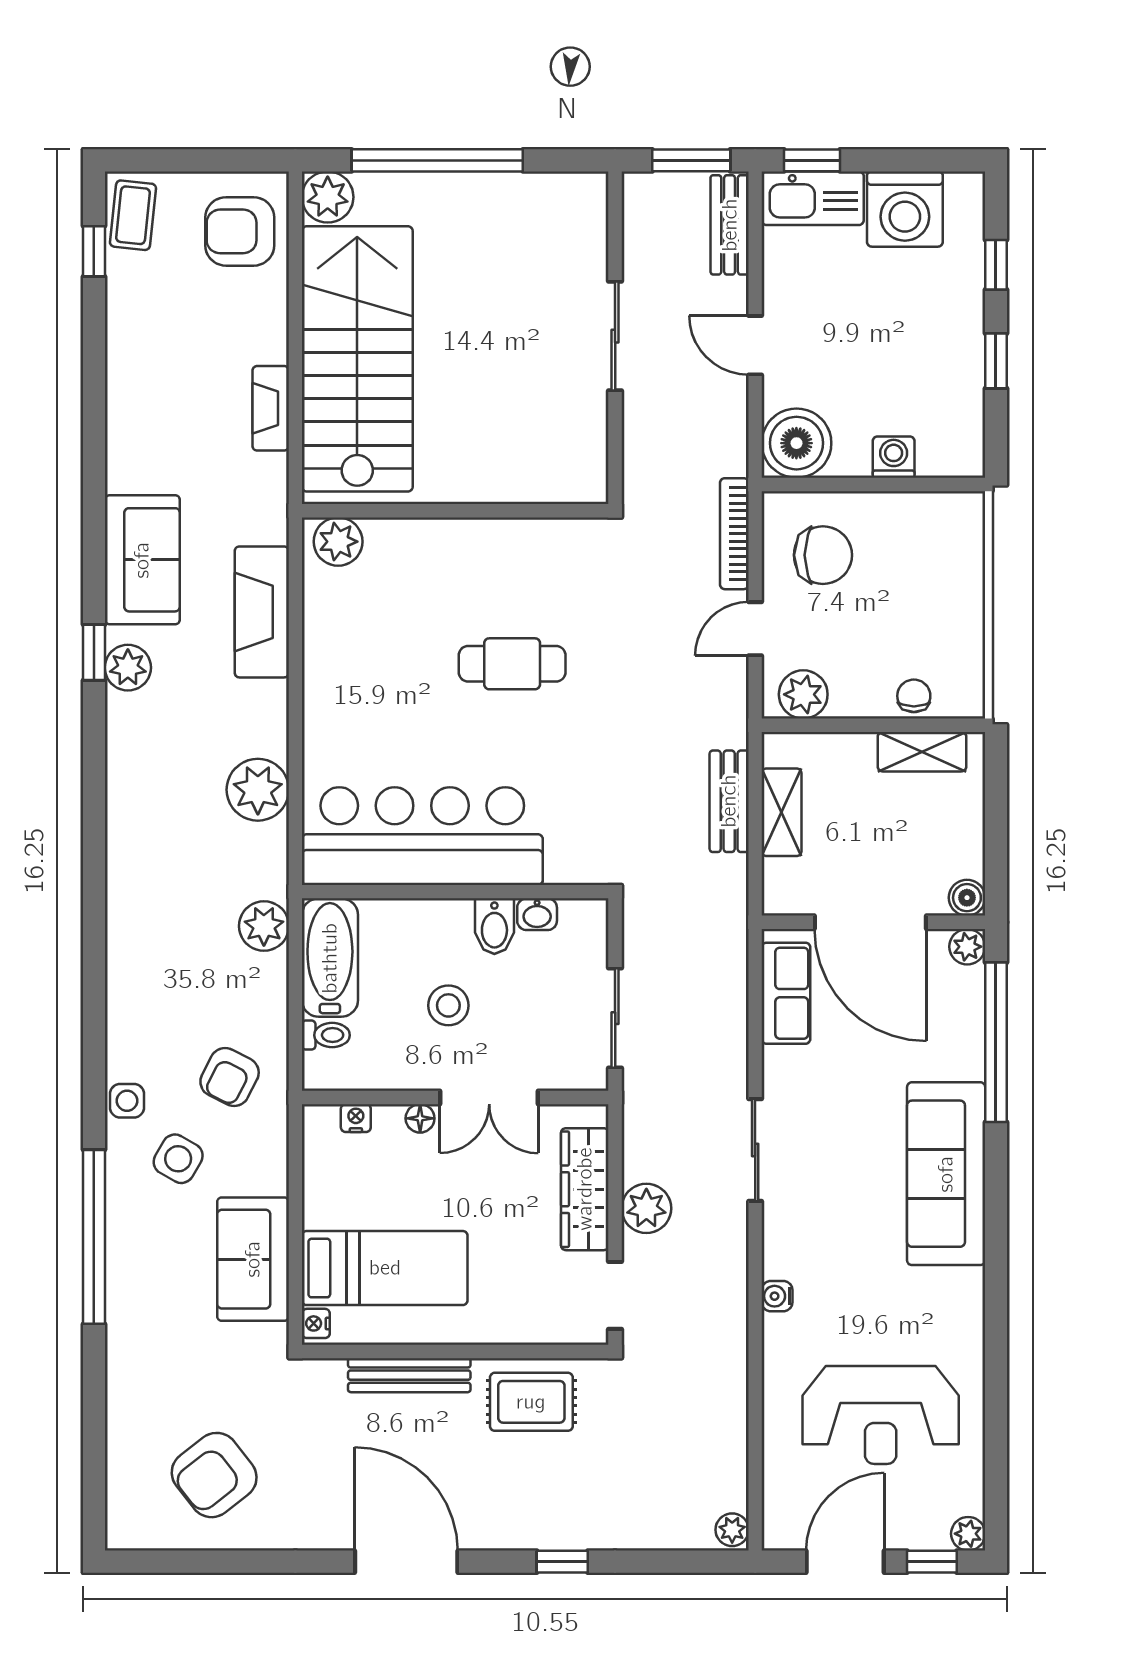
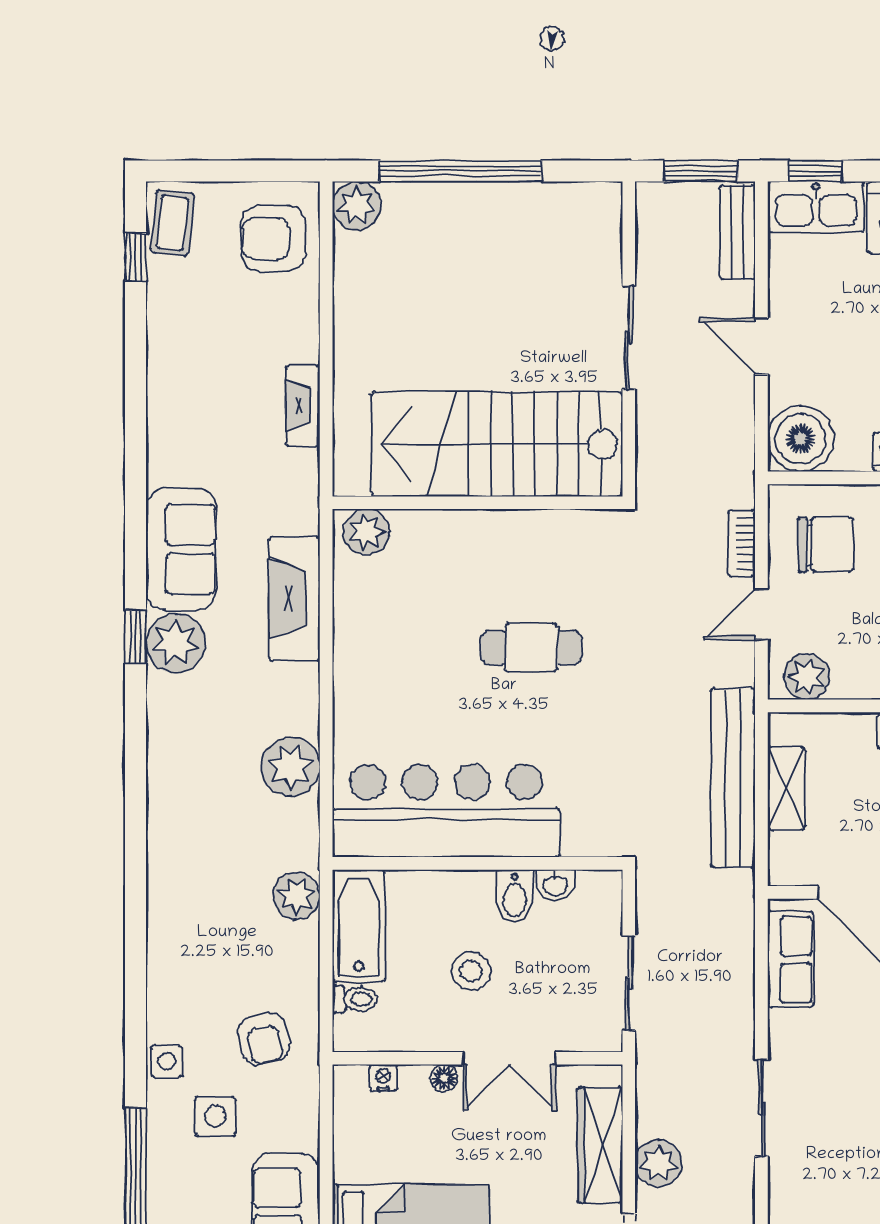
stairs: (357, 359) -> (497, 444), moved, turned -90
bookcase: (734, 534) -> (742, 543), width x0.64
plant: (128, 668) -> (175, 643), width x1.36, depth x1.36
bench: (729, 801) -> (733, 778), width x1.86, depth x1.21
armchair: (230, 1077) -> (264, 1039), turned -40
side table: (178, 1159) -> (215, 1116), turned -30

